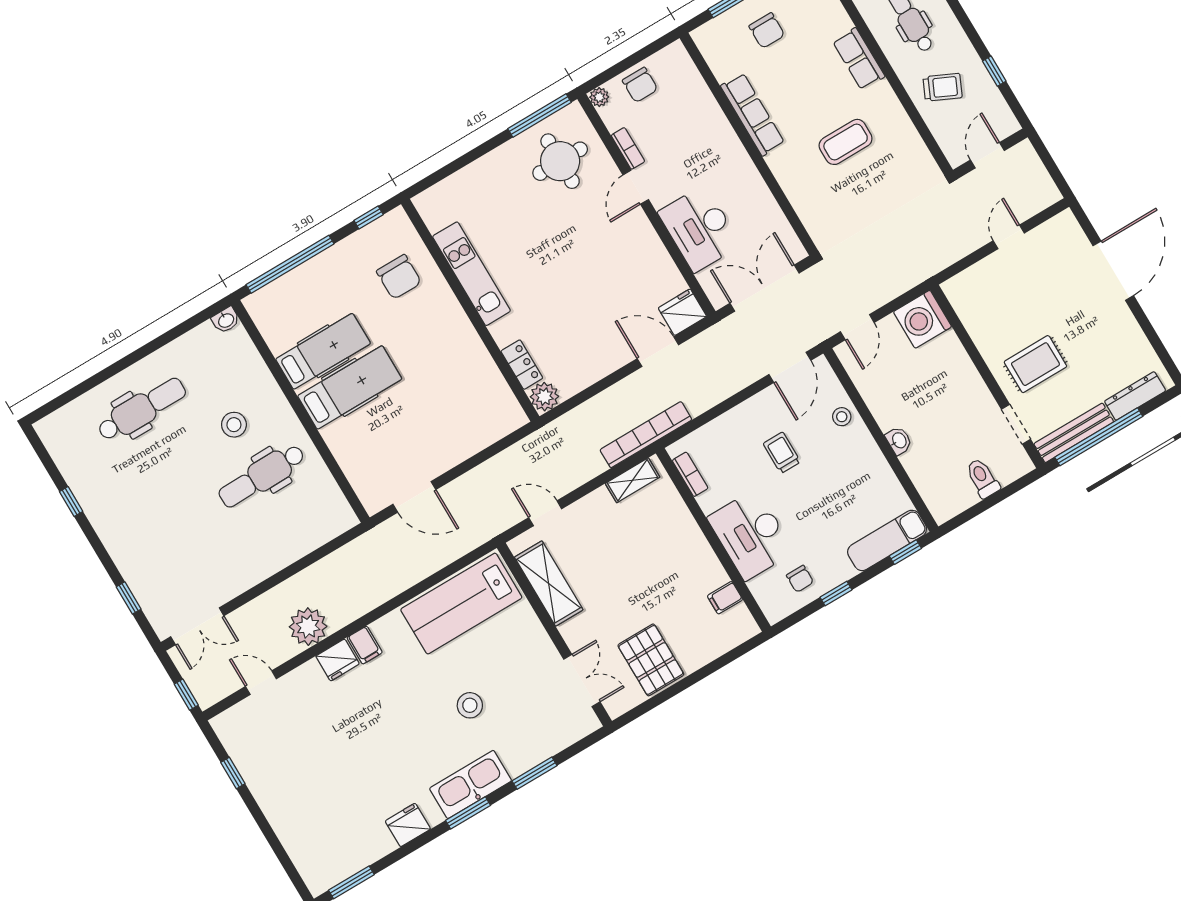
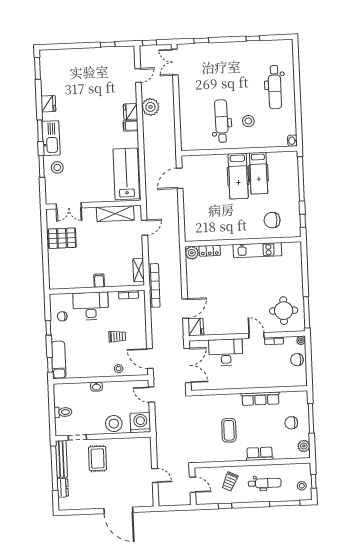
stool: (952, 369) -> (114, 424), added
dresser: (1135, 396) -> (63, 488), width x0.70
filing cabinet: (725, 598) -> (99, 281), moved
stool: (470, 705) -> (57, 167), moved

